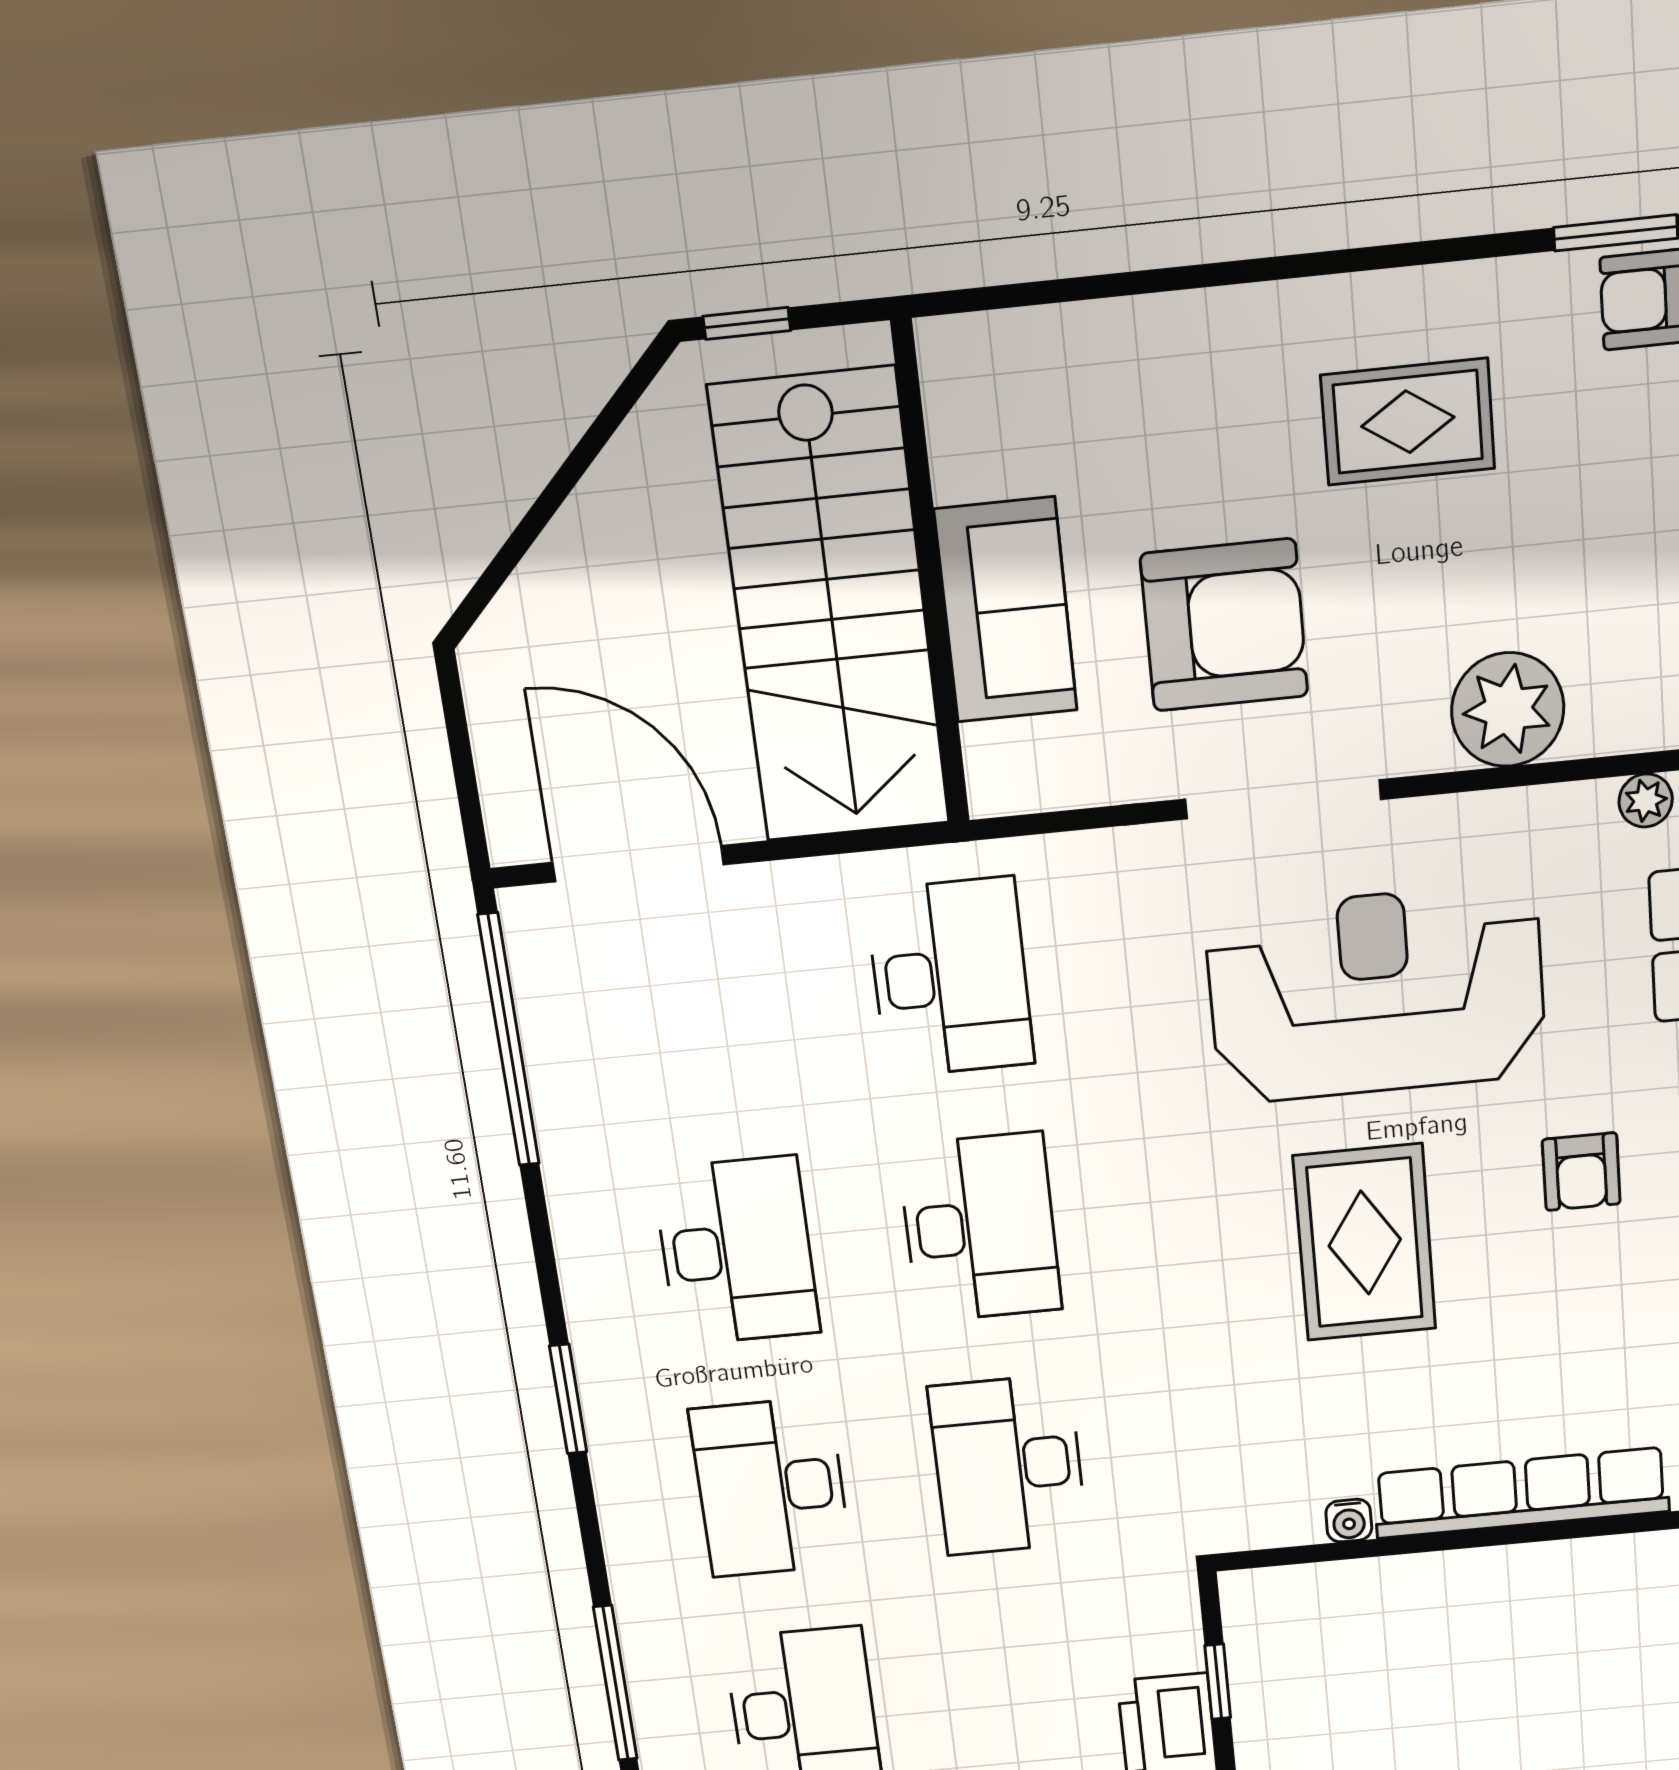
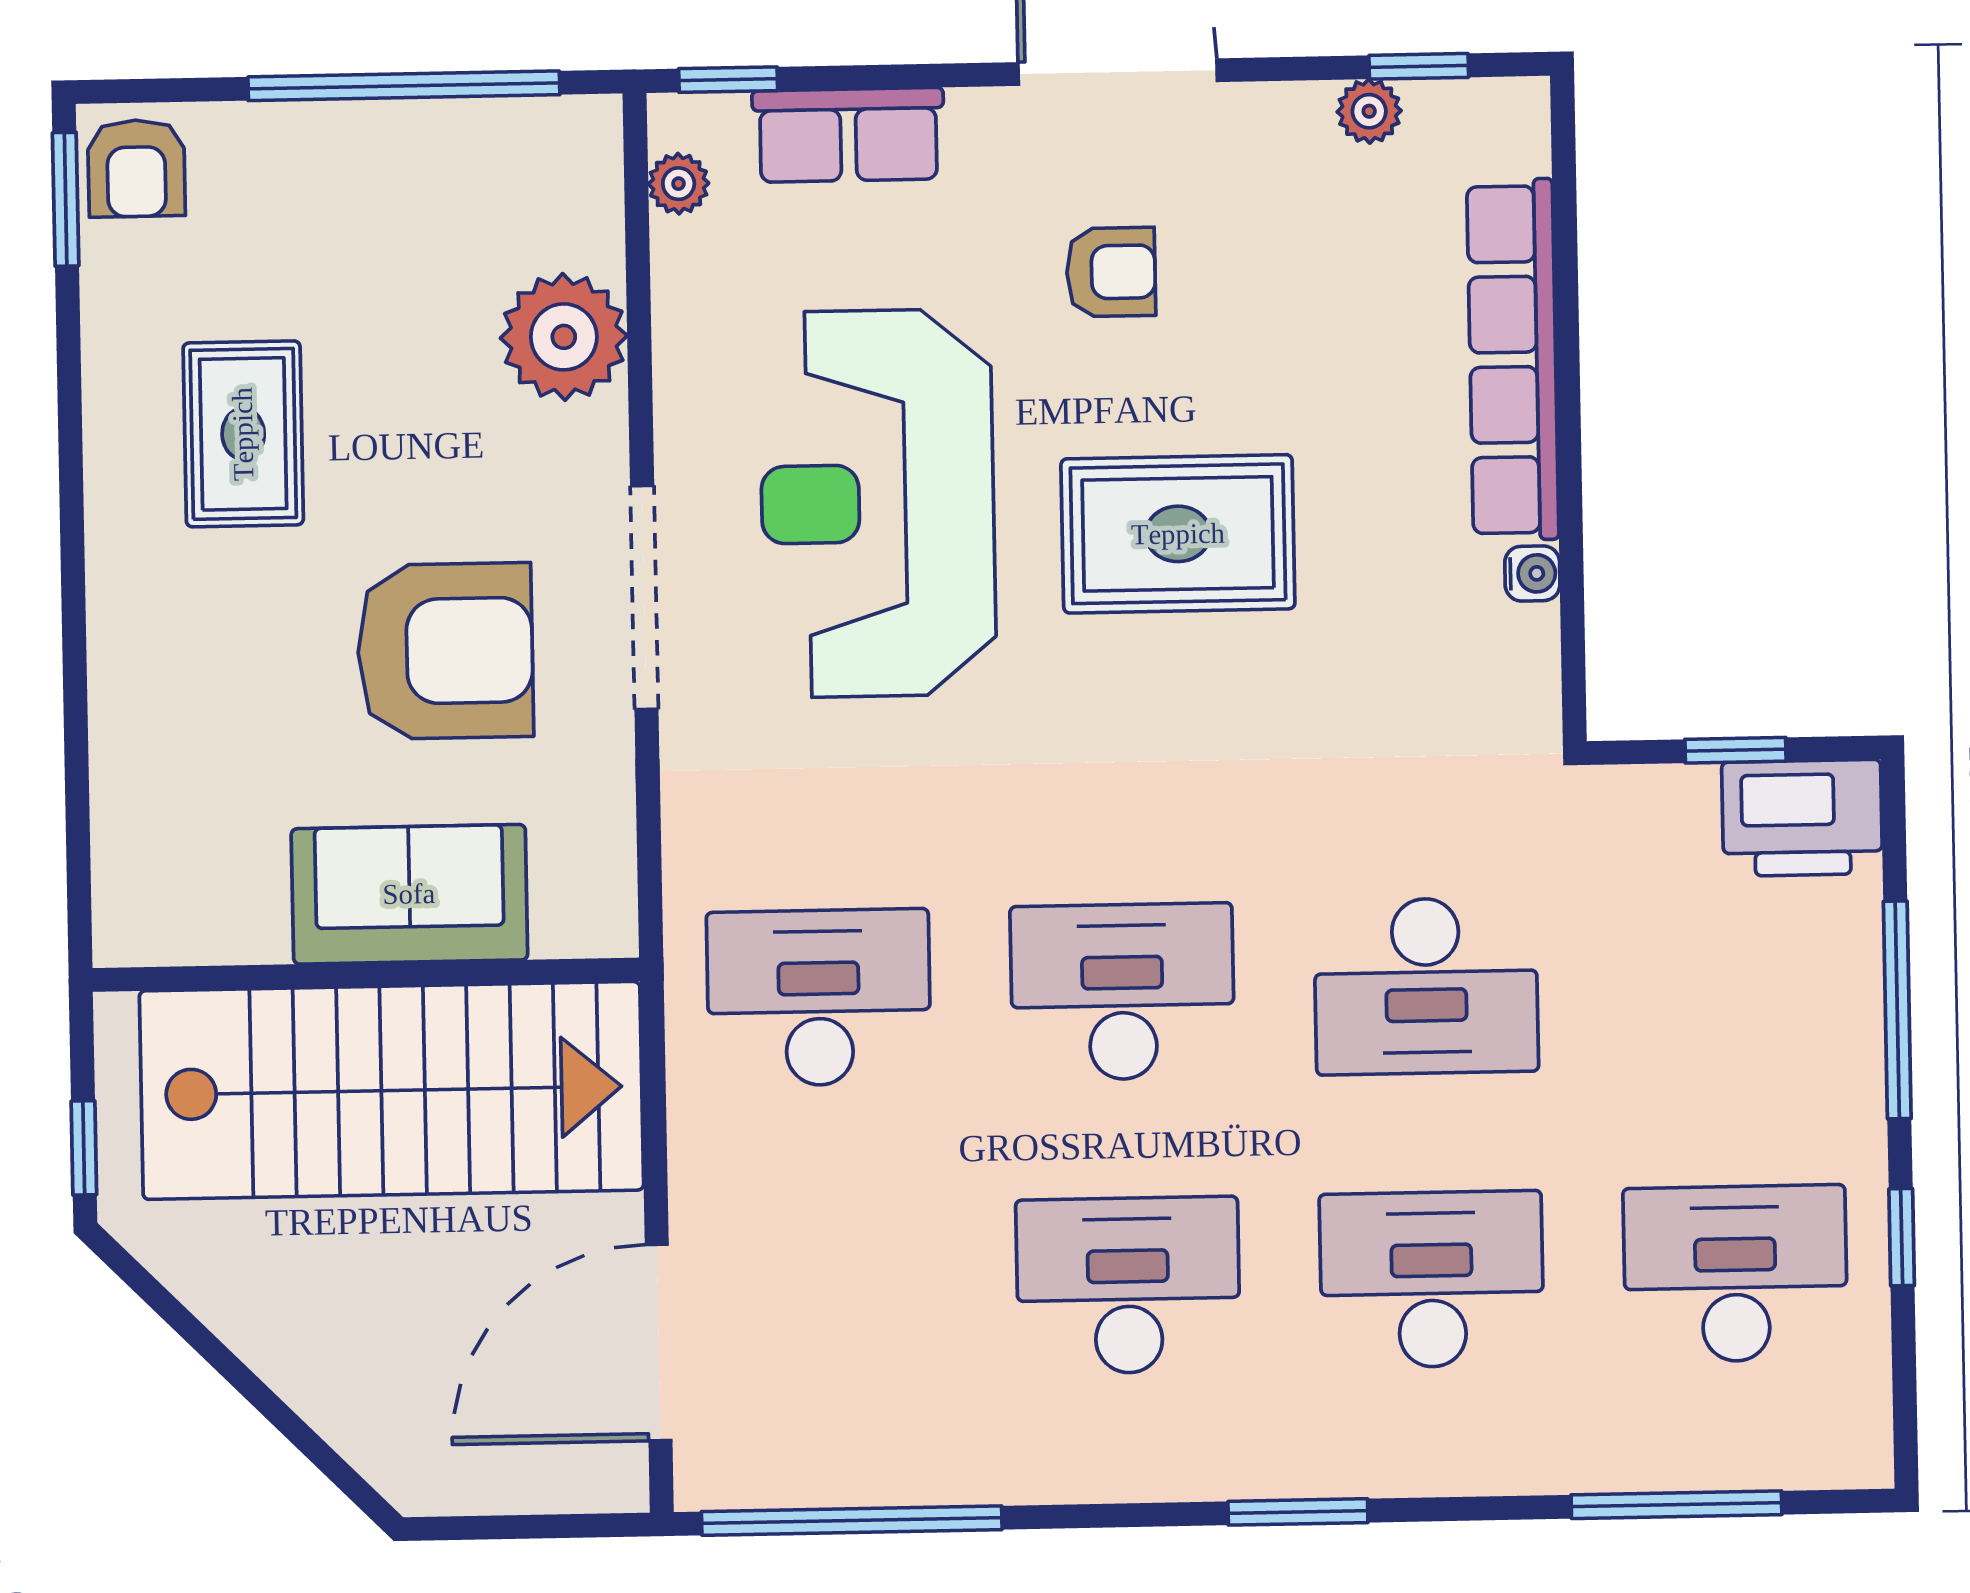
armchair: (1224, 625) -> (445, 651), turned 90
desk: (771, 1487) -> (1432, 1280), turned 180

